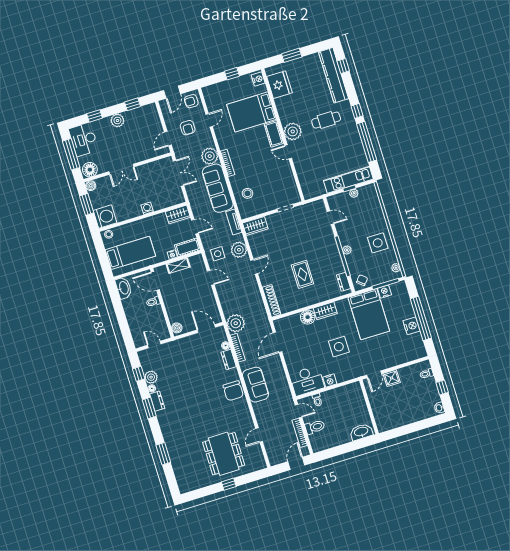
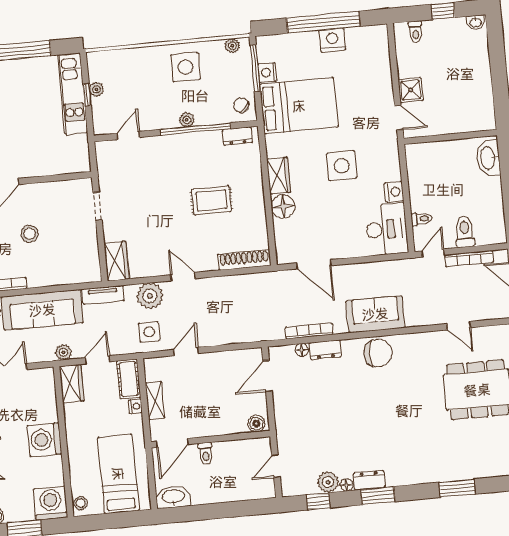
stool: (248, 193) -> (29, 234), moved
washing machine: (147, 208) -> (44, 440), width x1.89, depth x1.89
plant: (236, 323) -> (63, 352), moved, width x0.53, depth x0.53

